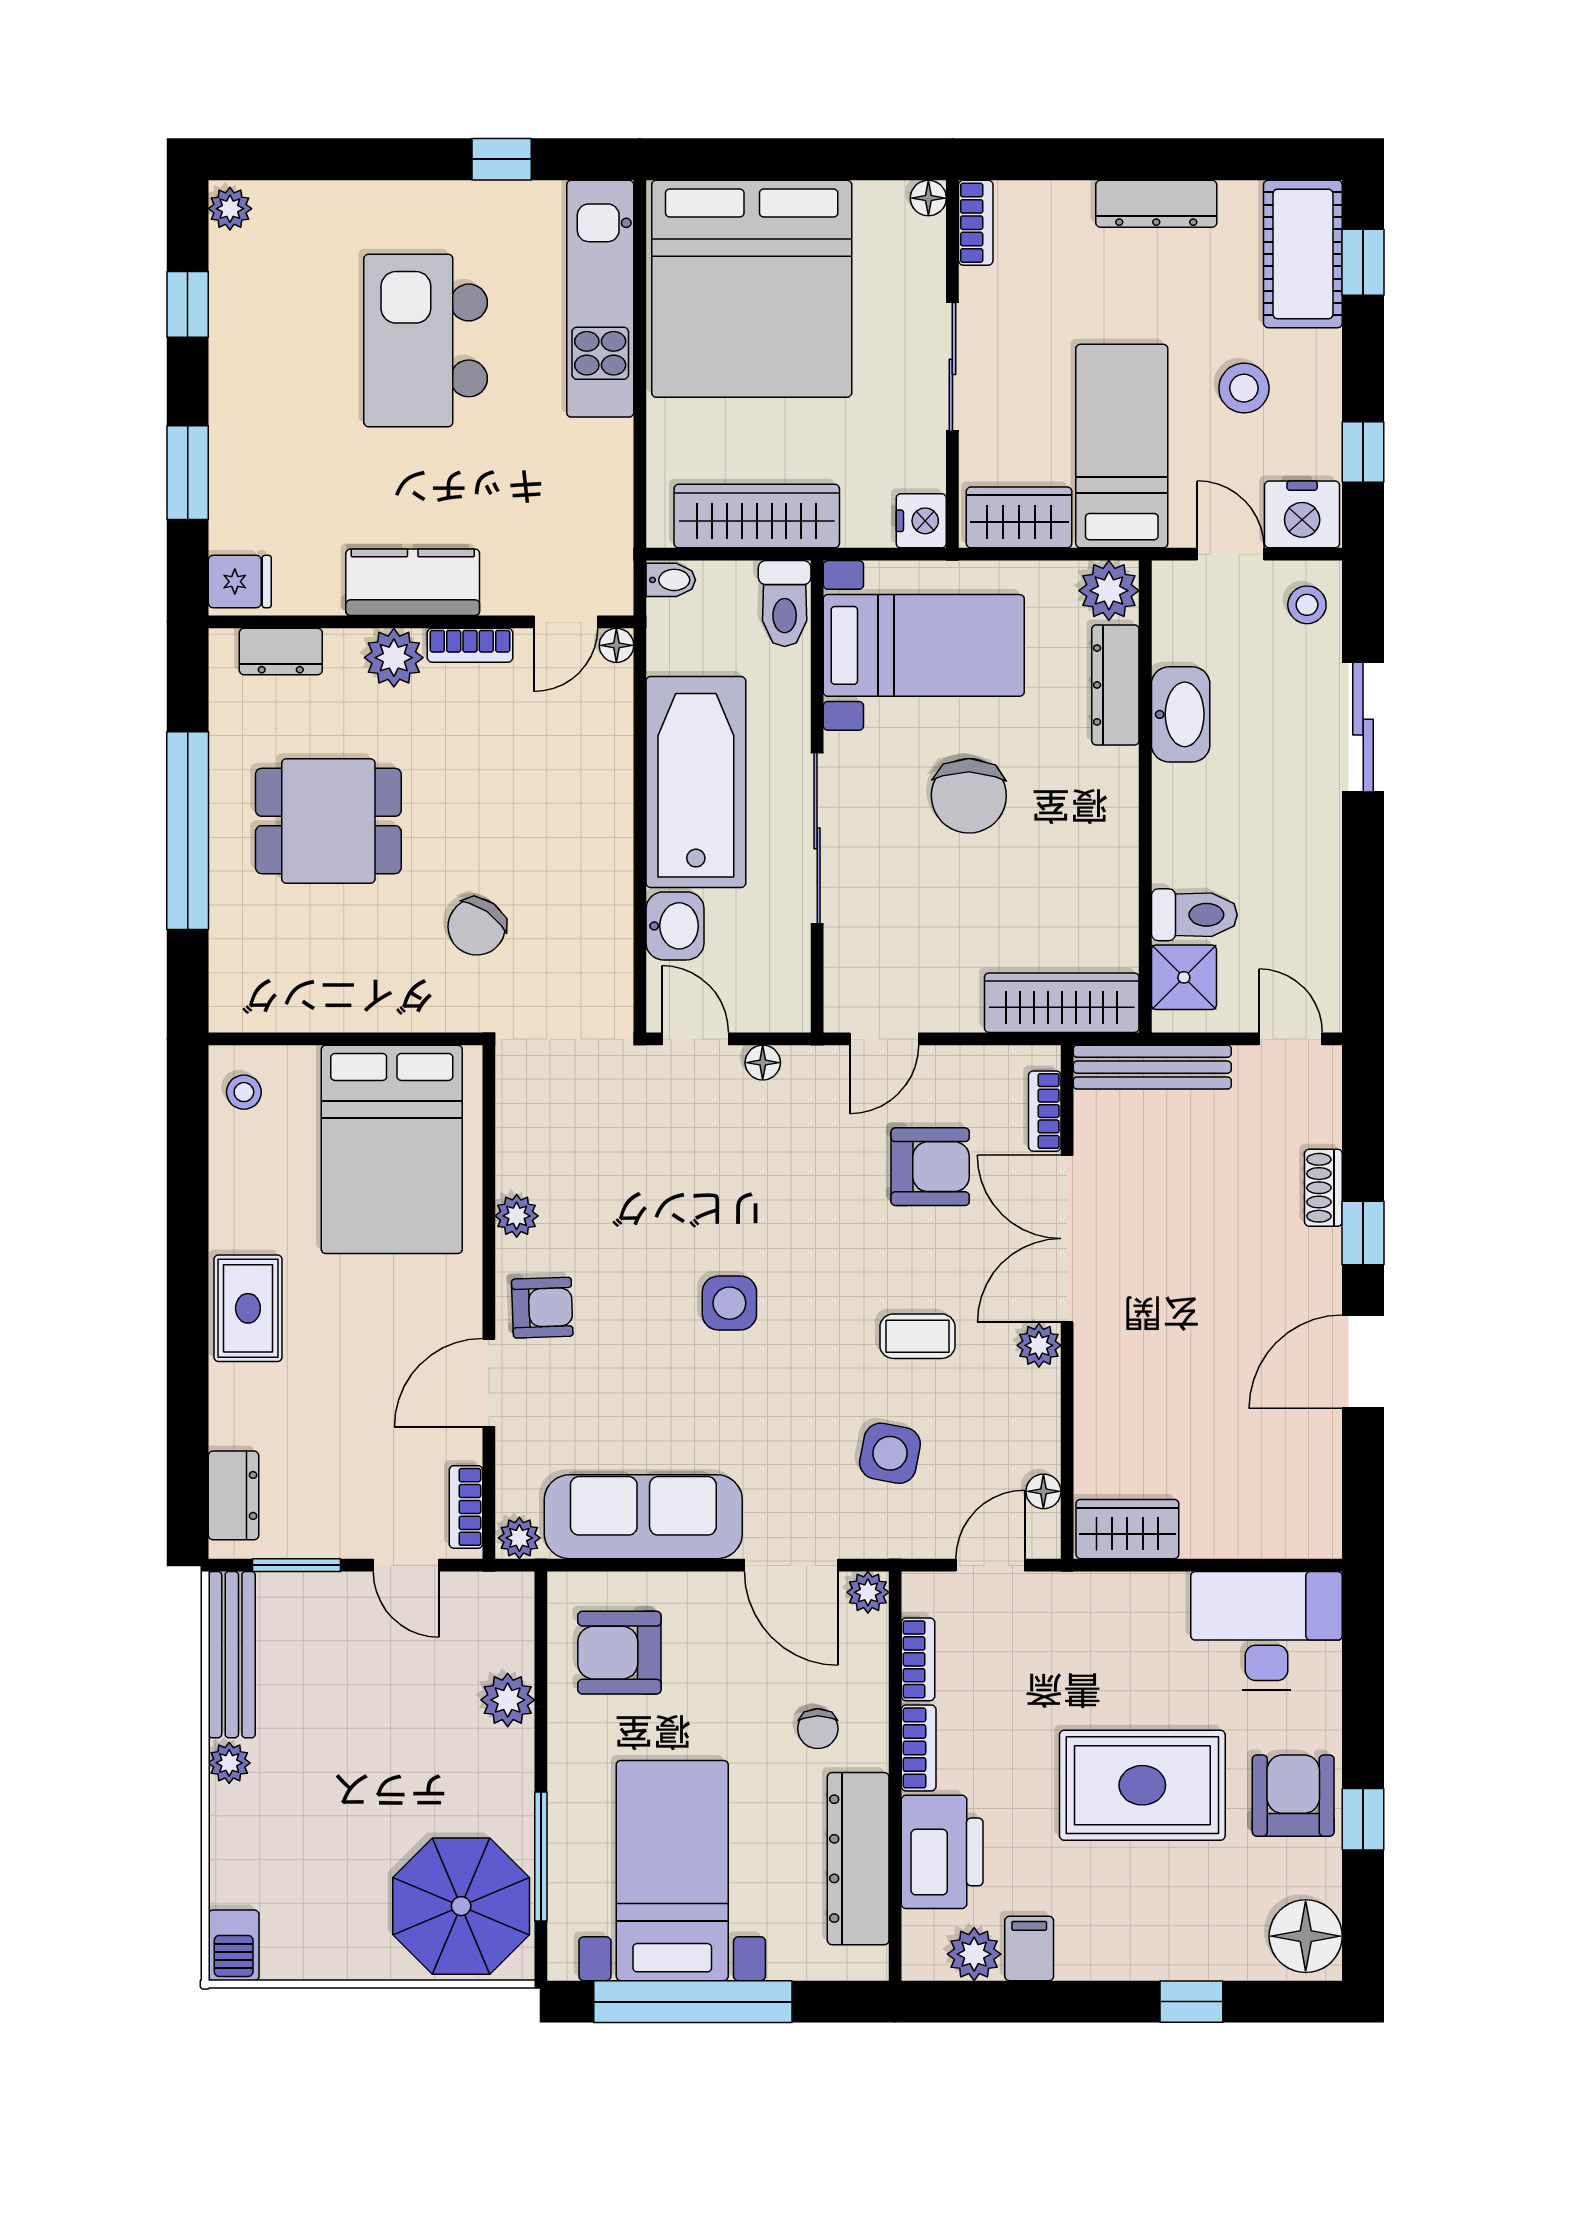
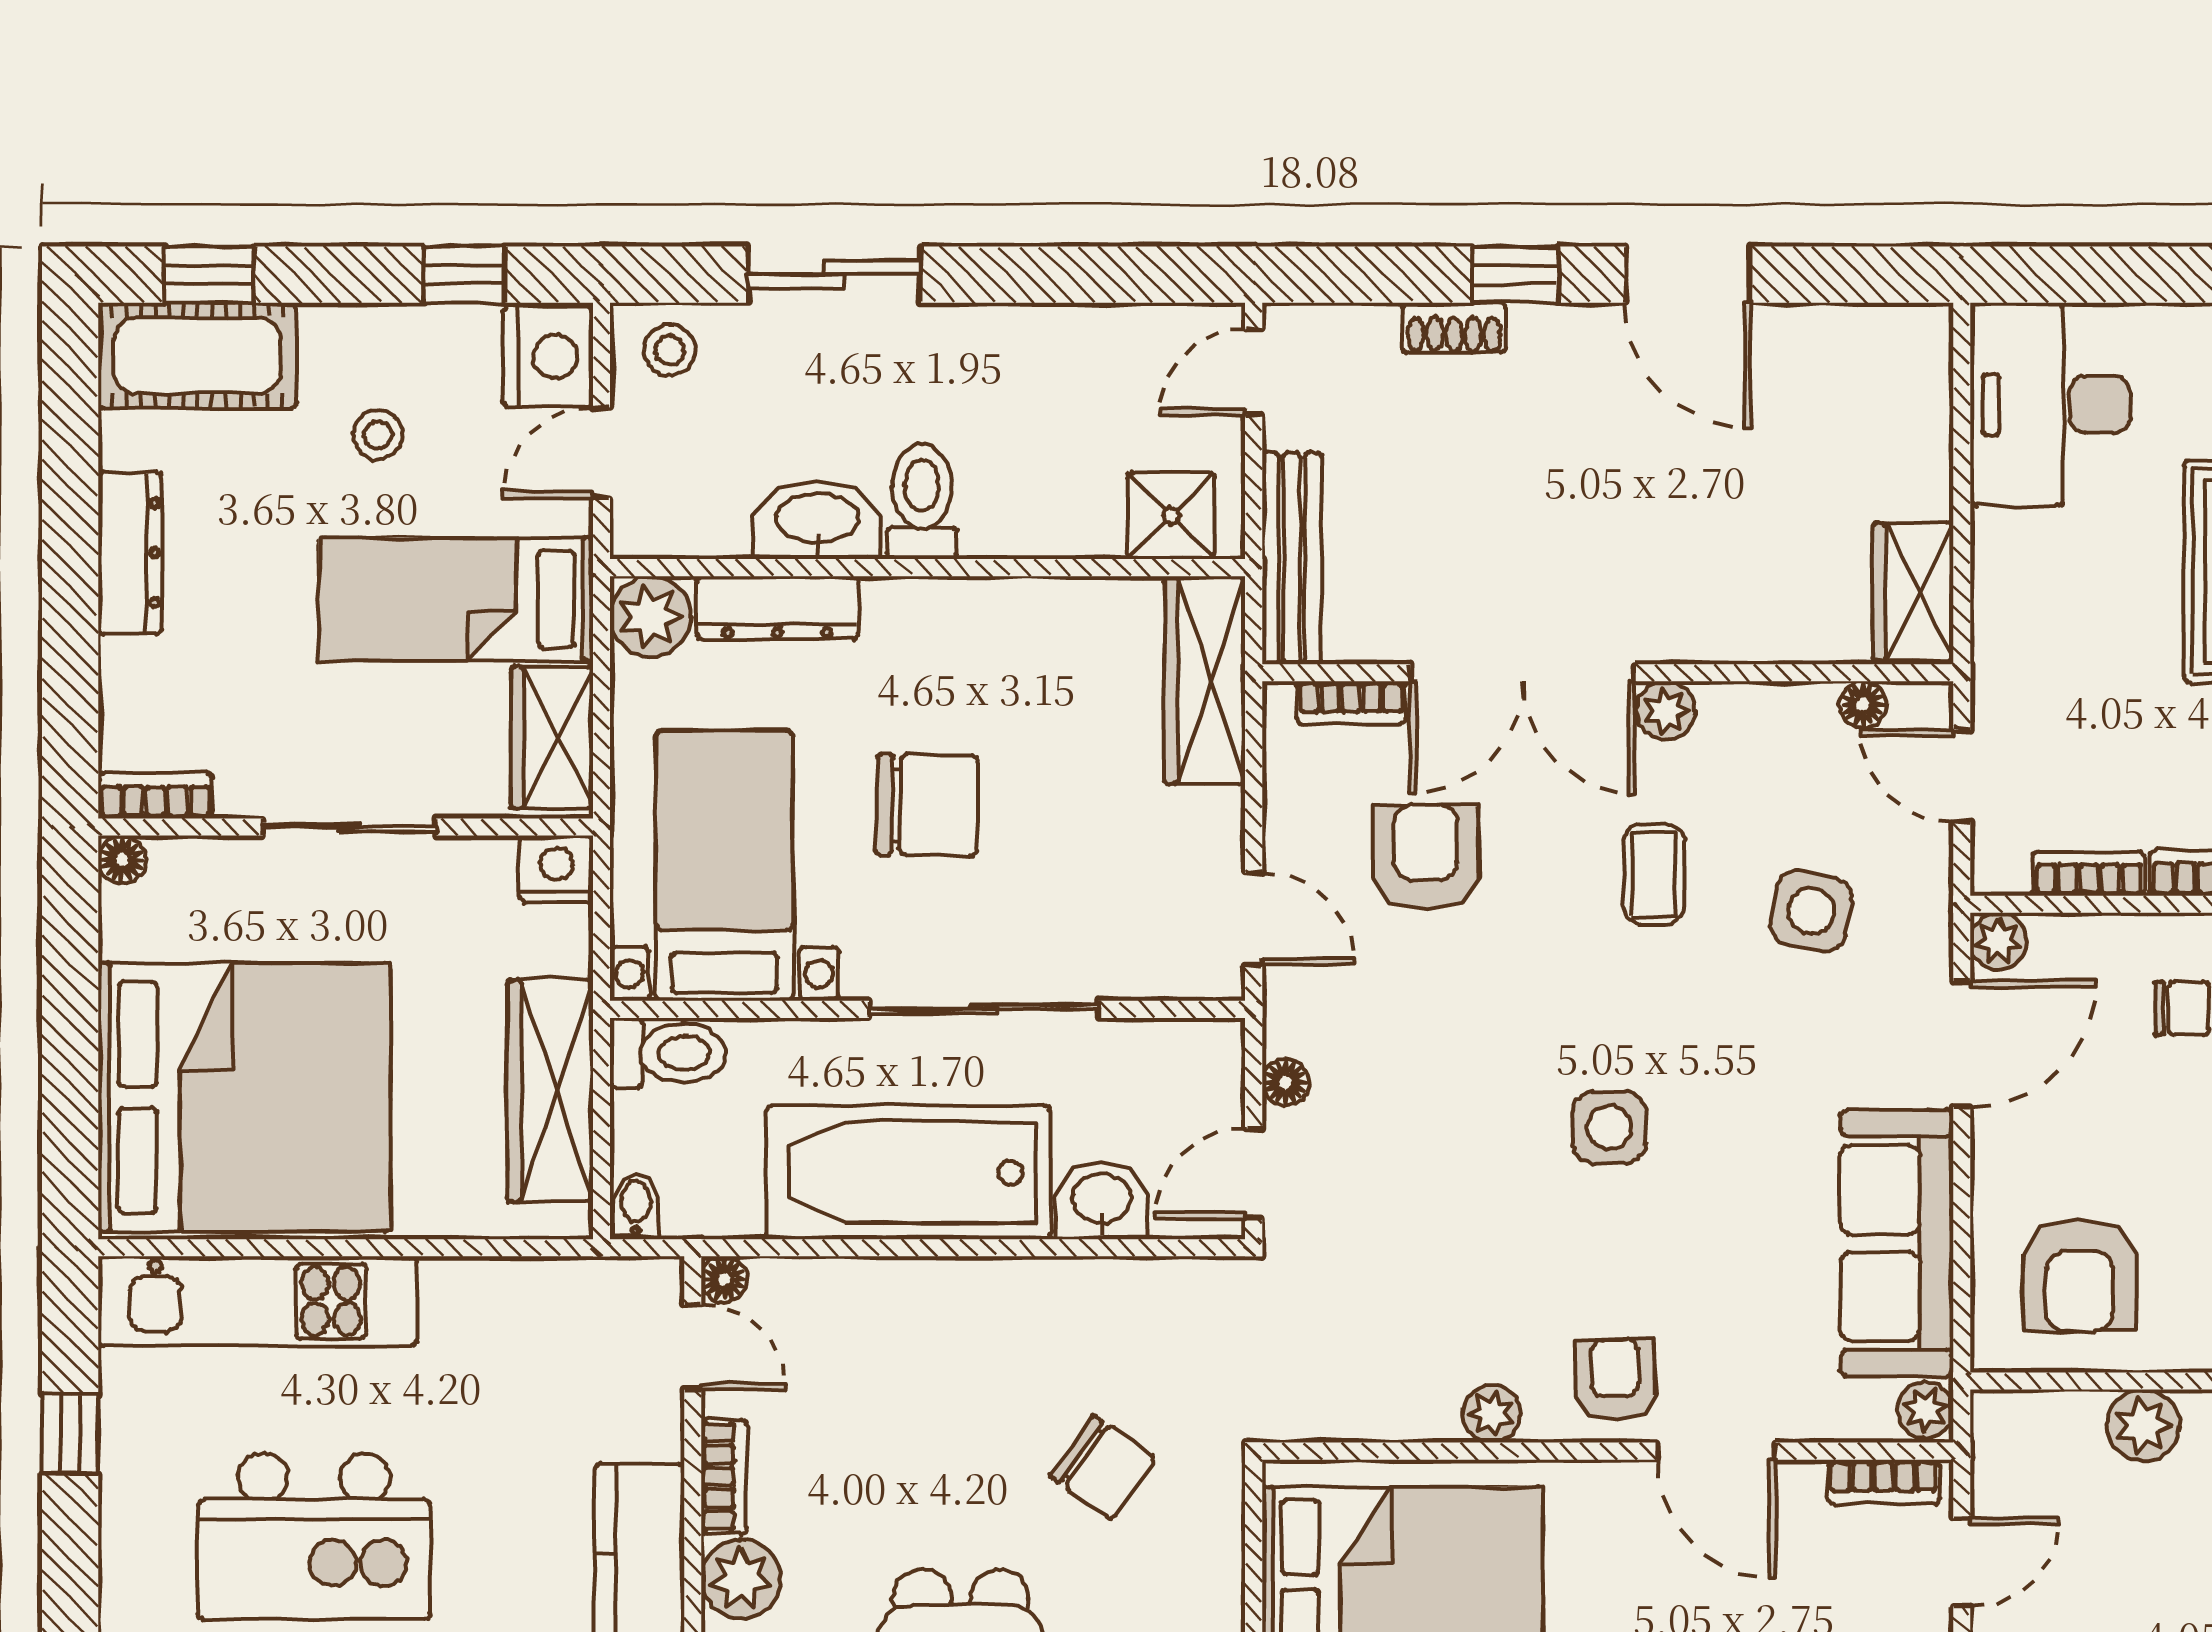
stool: (1244, 388) -> (378, 435), width x0.73, depth x0.73
toilet: (1194, 915) -> (922, 502), moved

